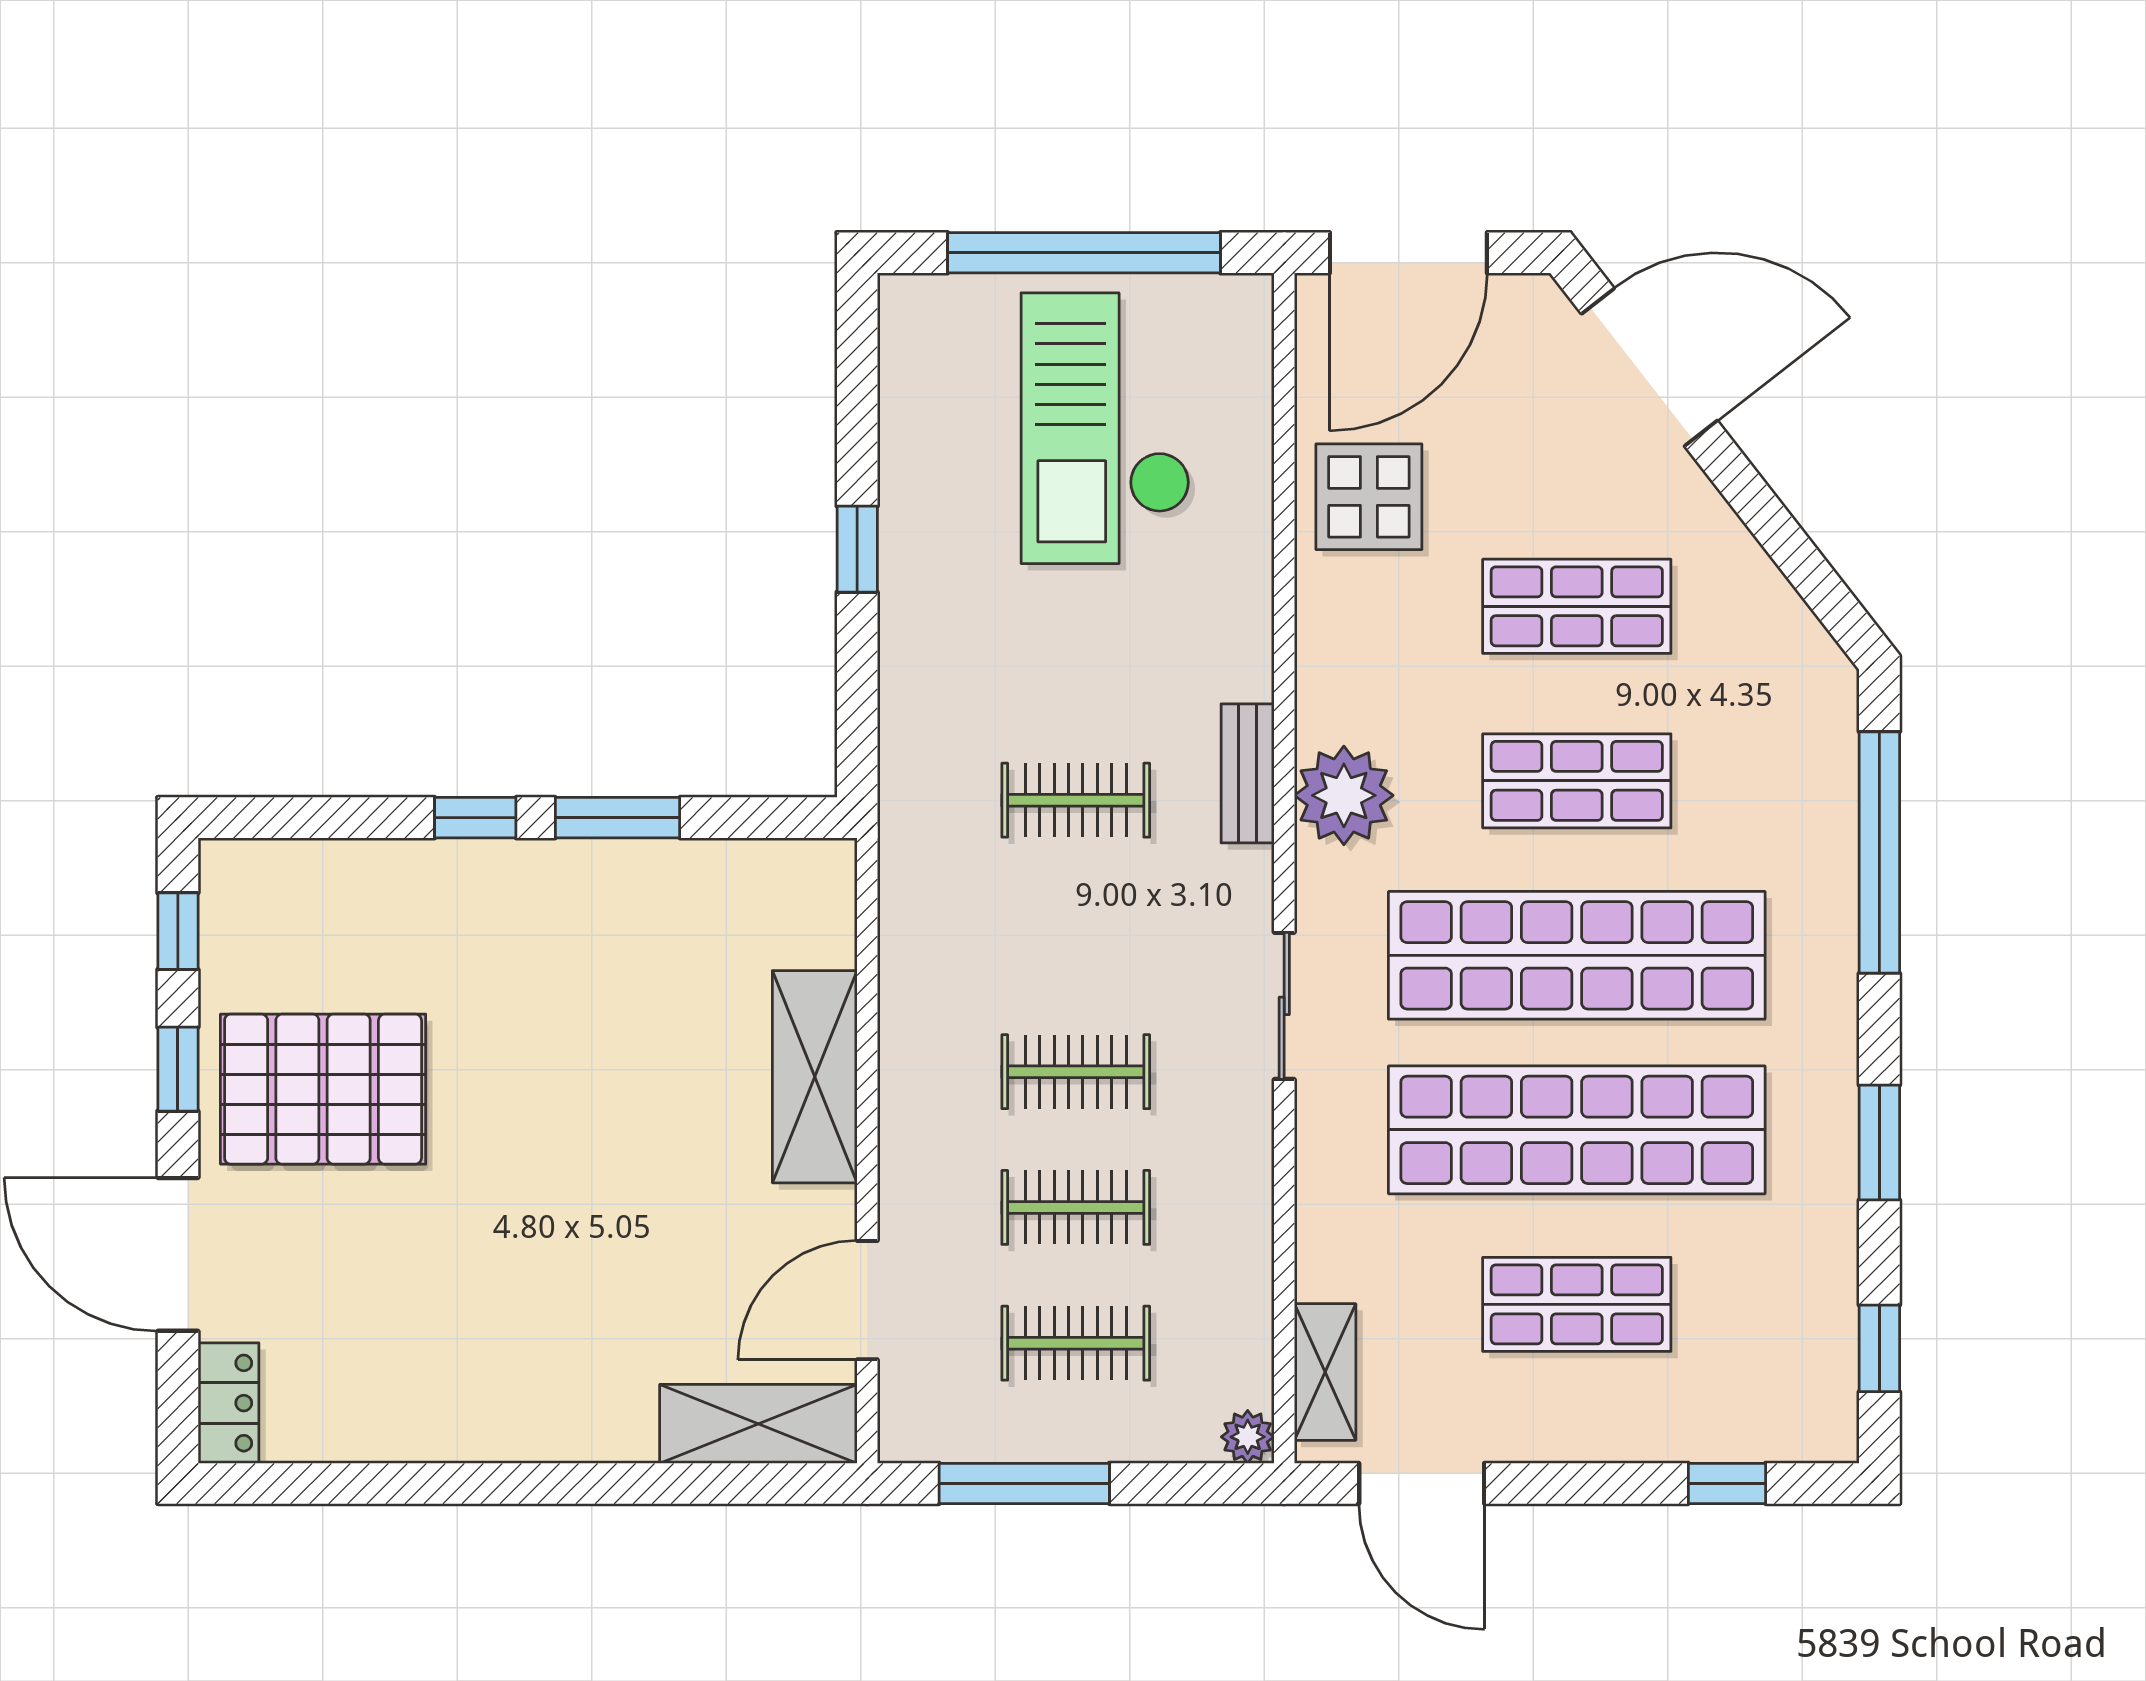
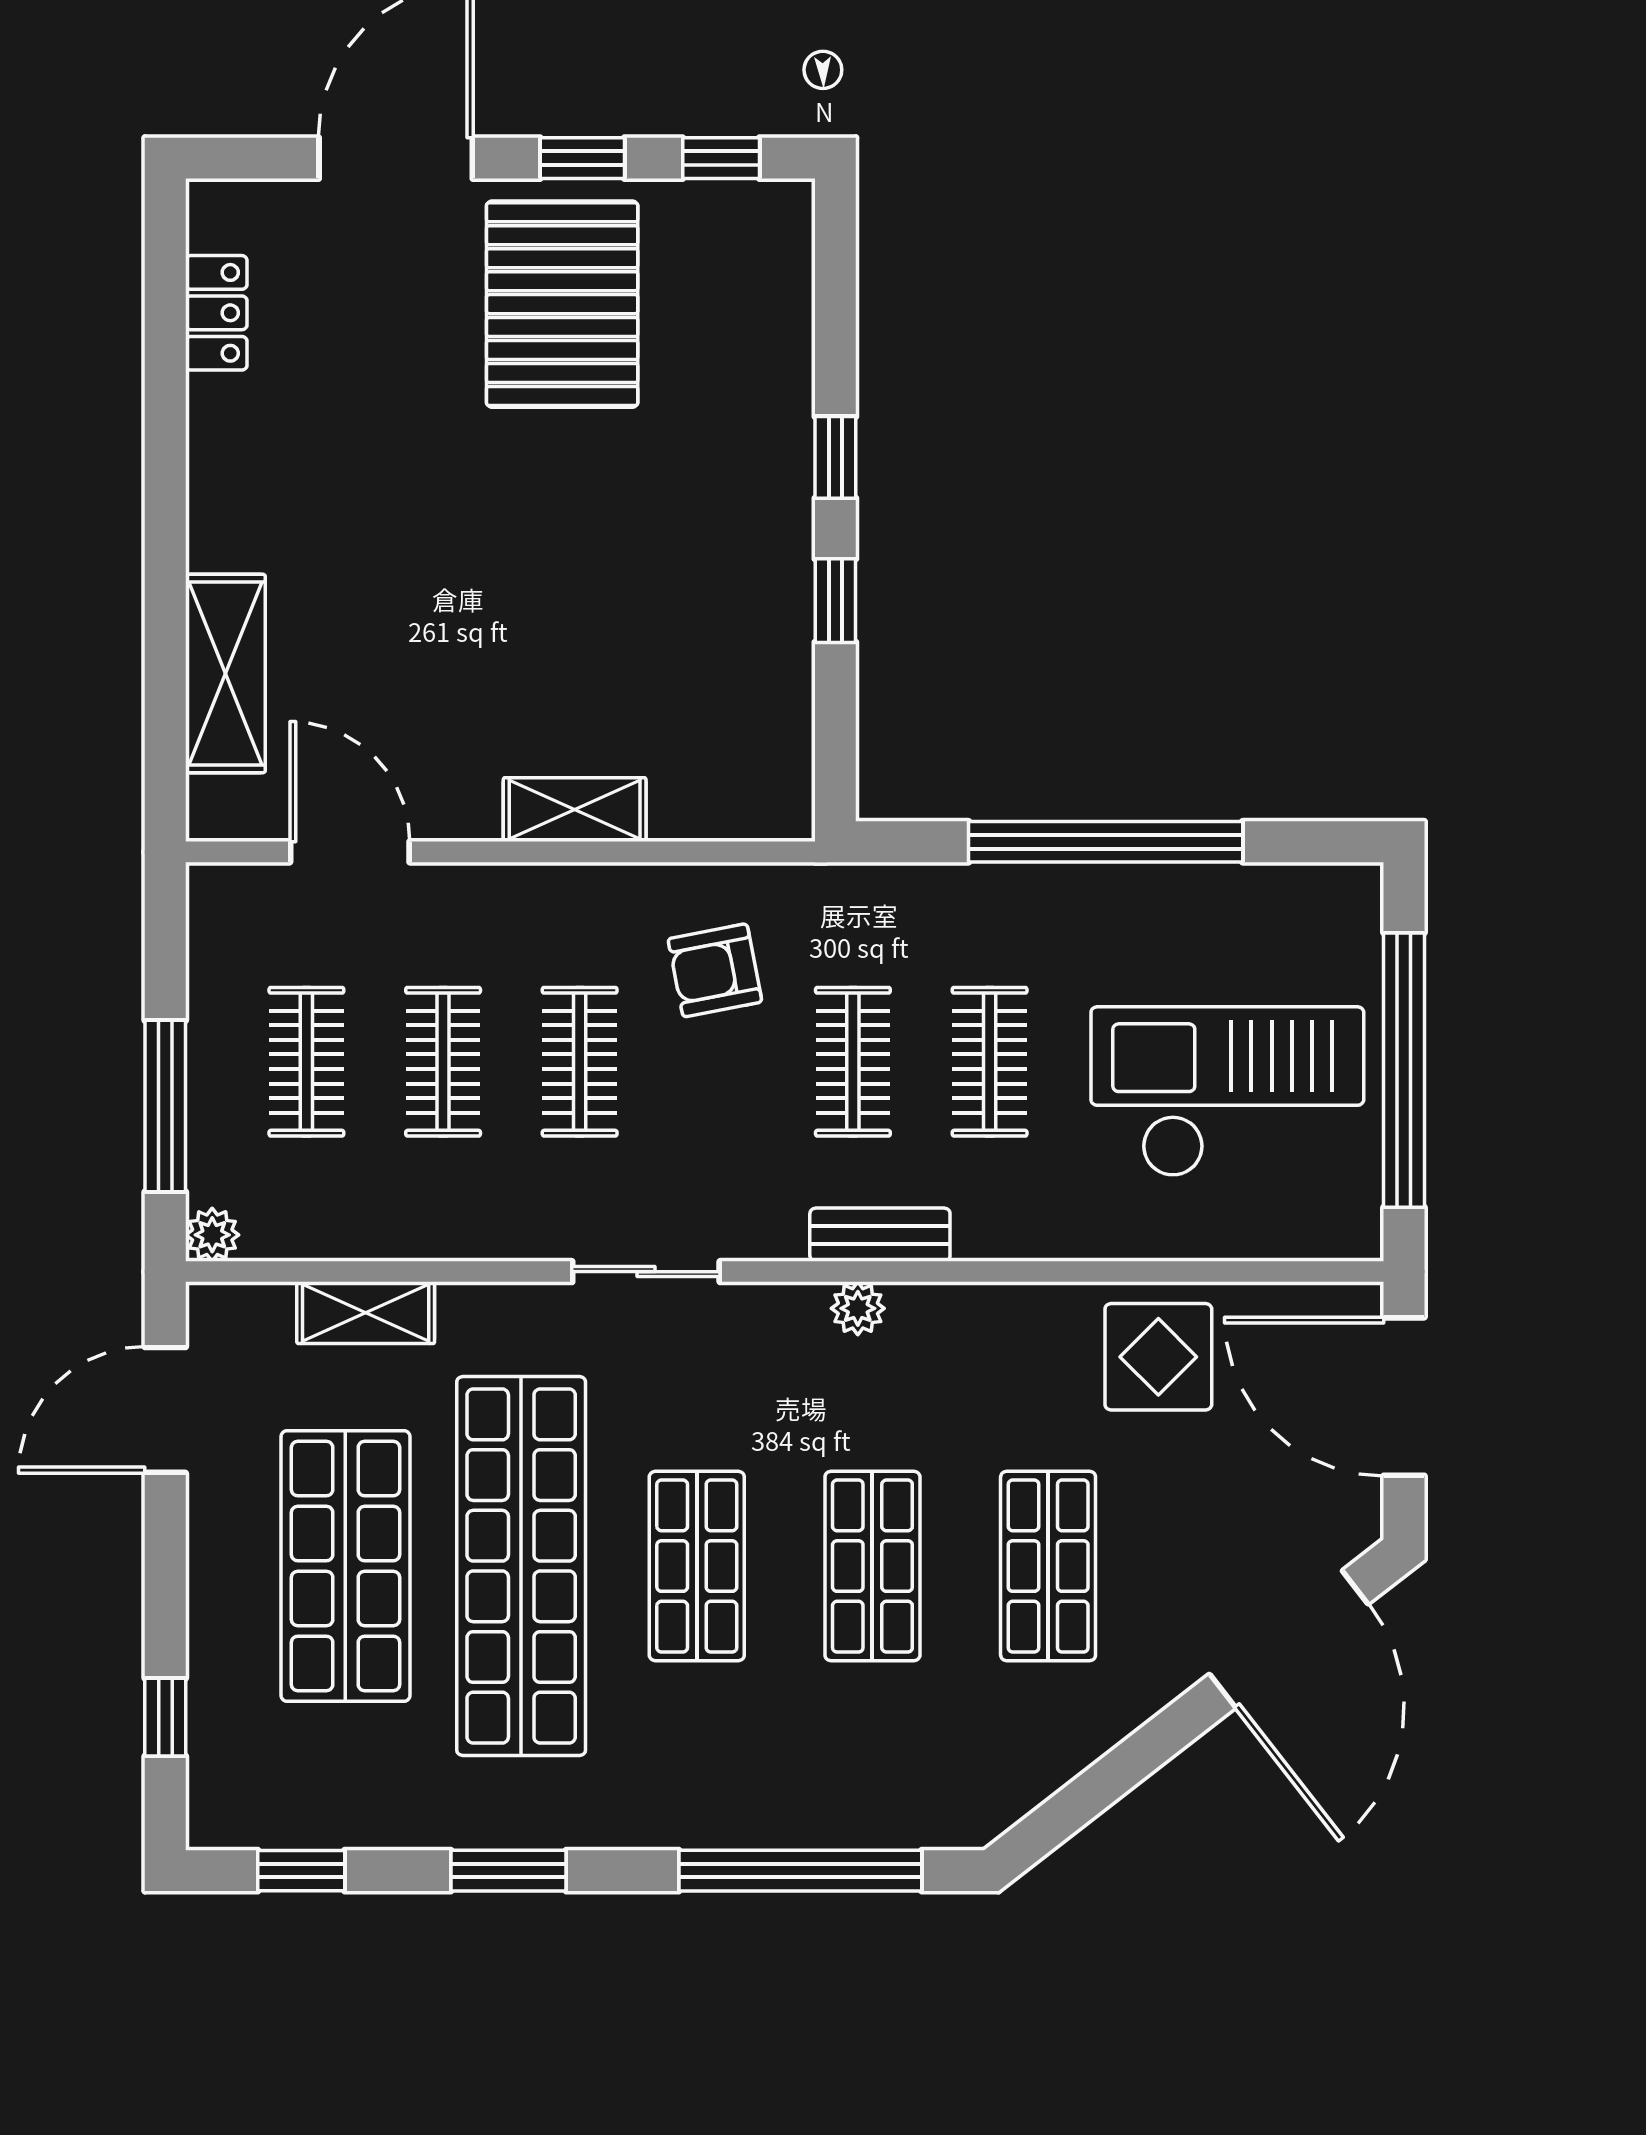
window: (857, 549) -> (1106, 842), width x3.17
clothes rail: (1076, 664) -> (990, 1062), added
plant: (1344, 795) -> (858, 1308), width x0.53, depth x0.53
window: (618, 818) -> (835, 601), width x0.67
armchair: (985, 937) -> (715, 970), added
shop shelf: (1577, 955) -> (697, 1566), width x0.50, depth x0.74
shelving: (815, 1077) -> (575, 810), width x0.67, depth x0.75
shop shelf: (1577, 1304) -> (345, 1566), width x1.43, depth x1.36
shelving: (1325, 1372) -> (366, 1313), moved
locker: (229, 1403) -> (216, 313), moved, turned -90
shelving: (758, 1424) -> (225, 673), moved
window: (1024, 1483) -> (165, 1106), moved

